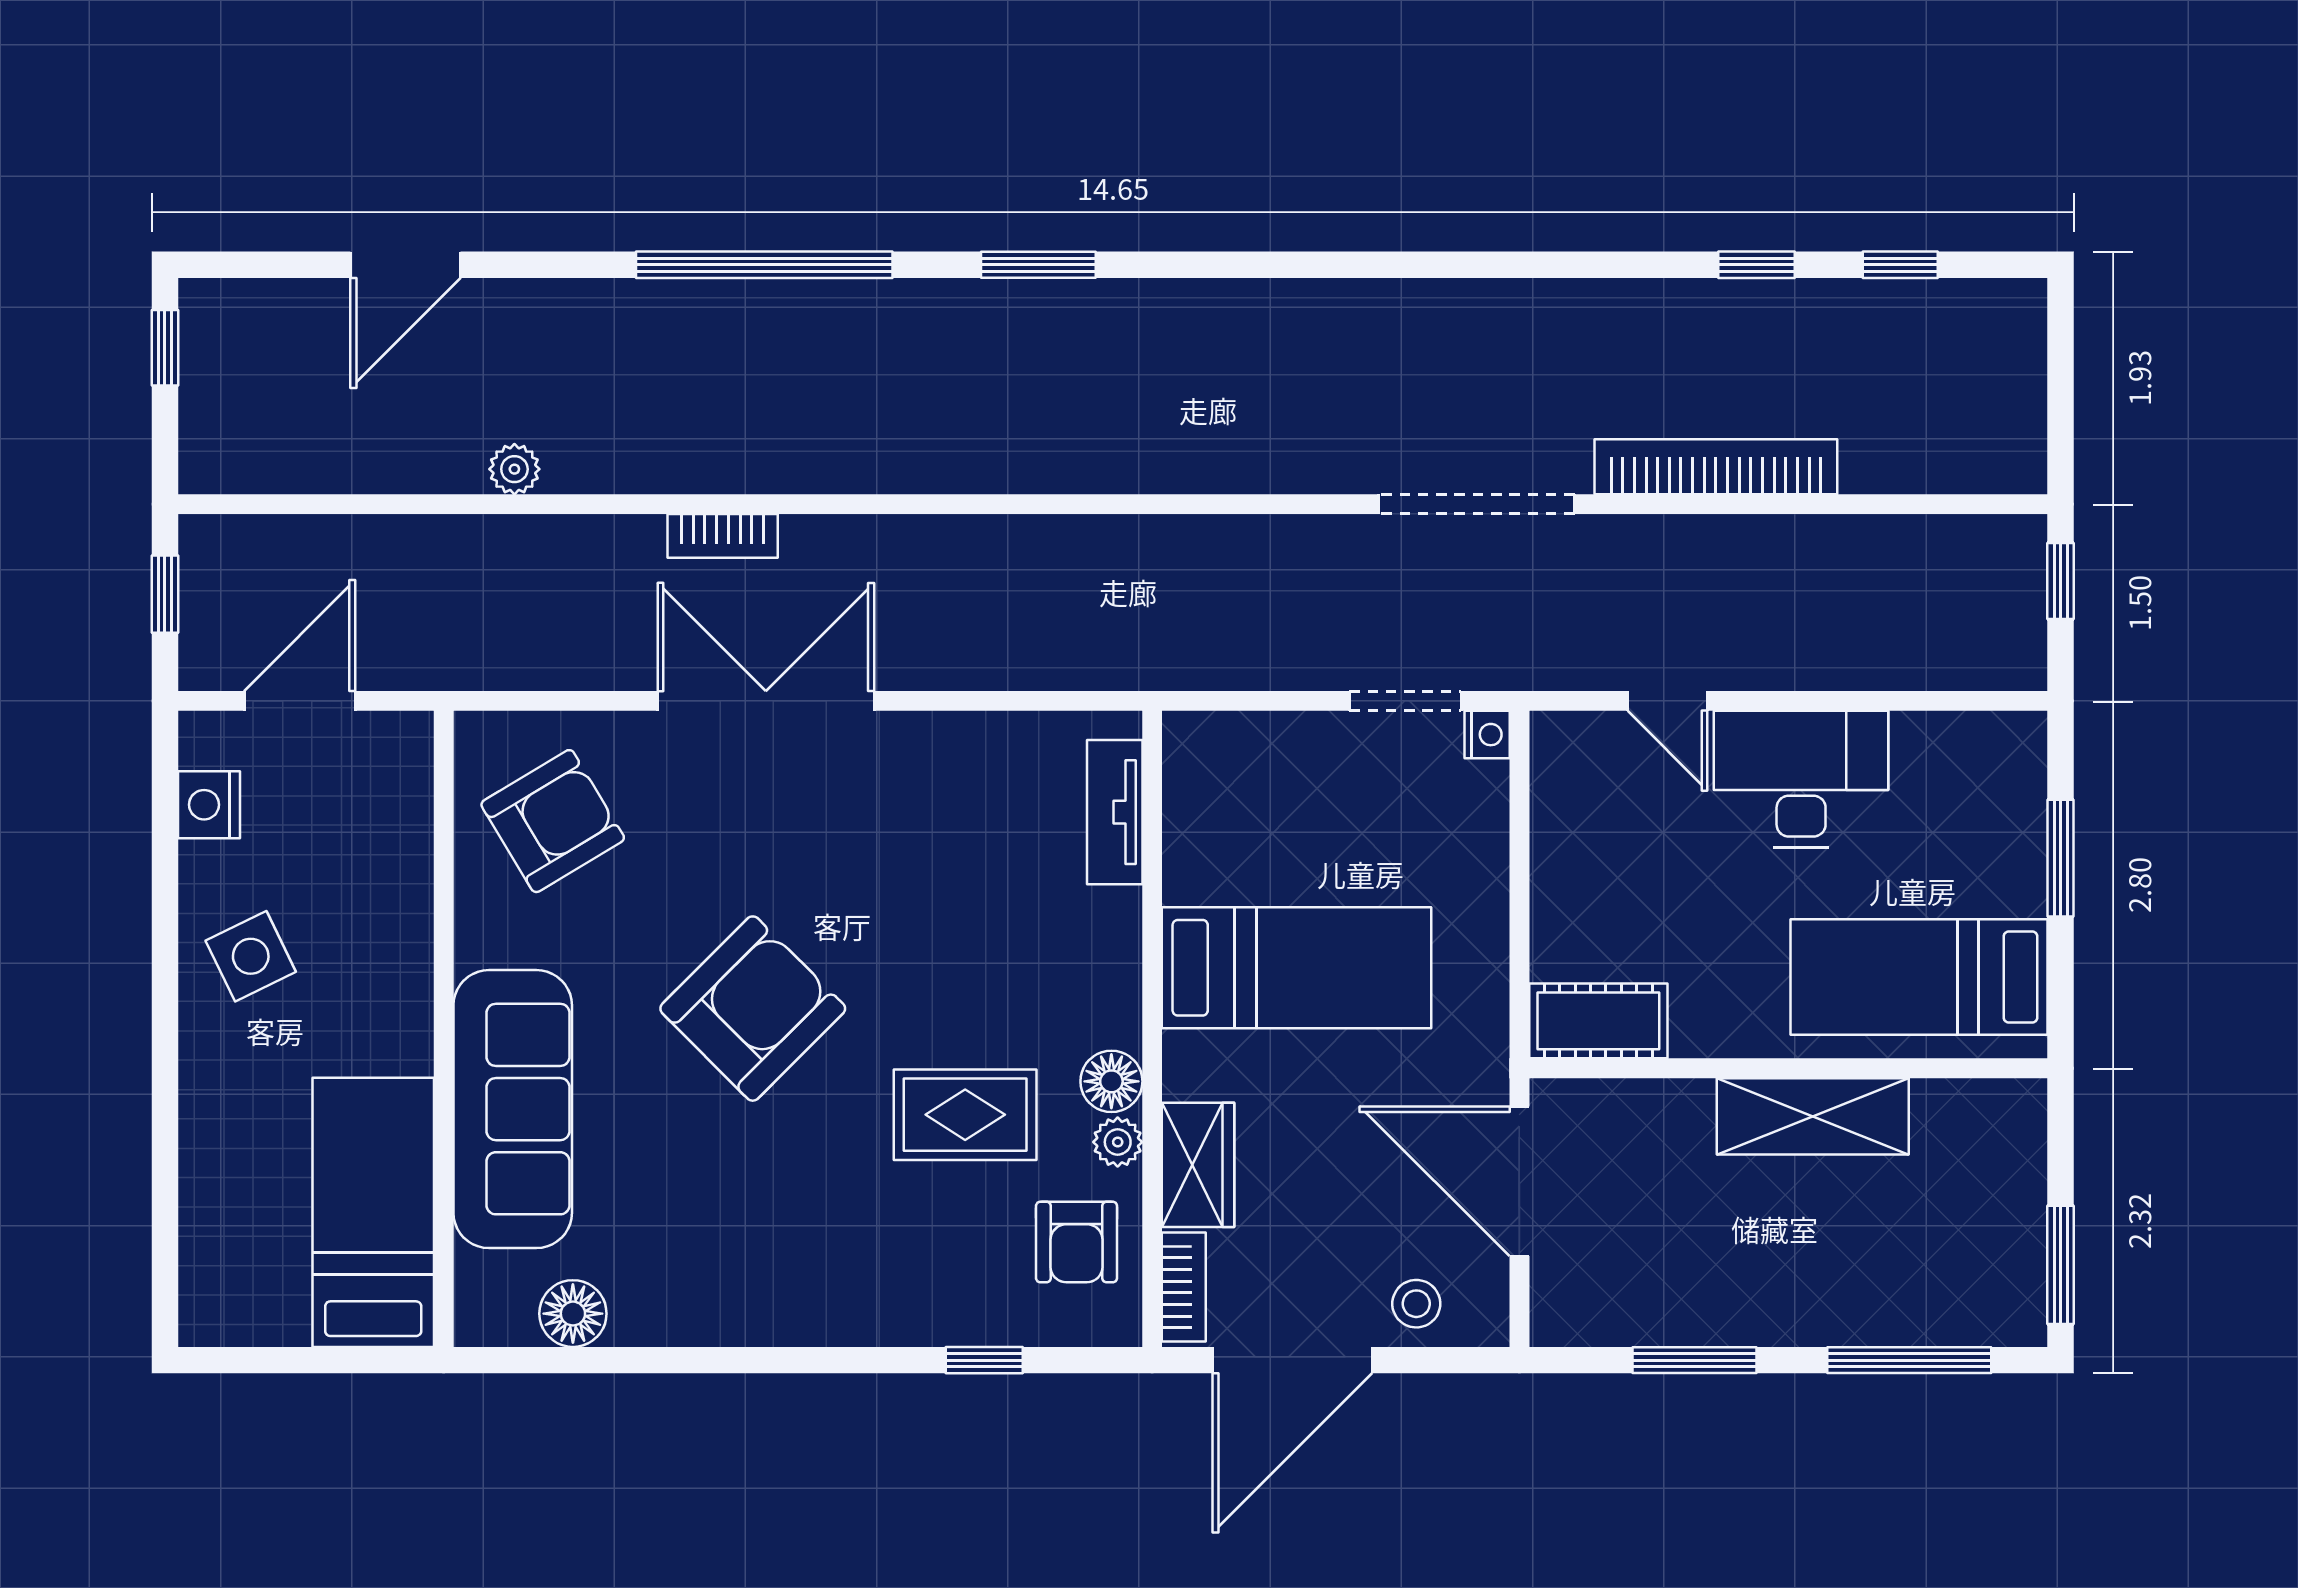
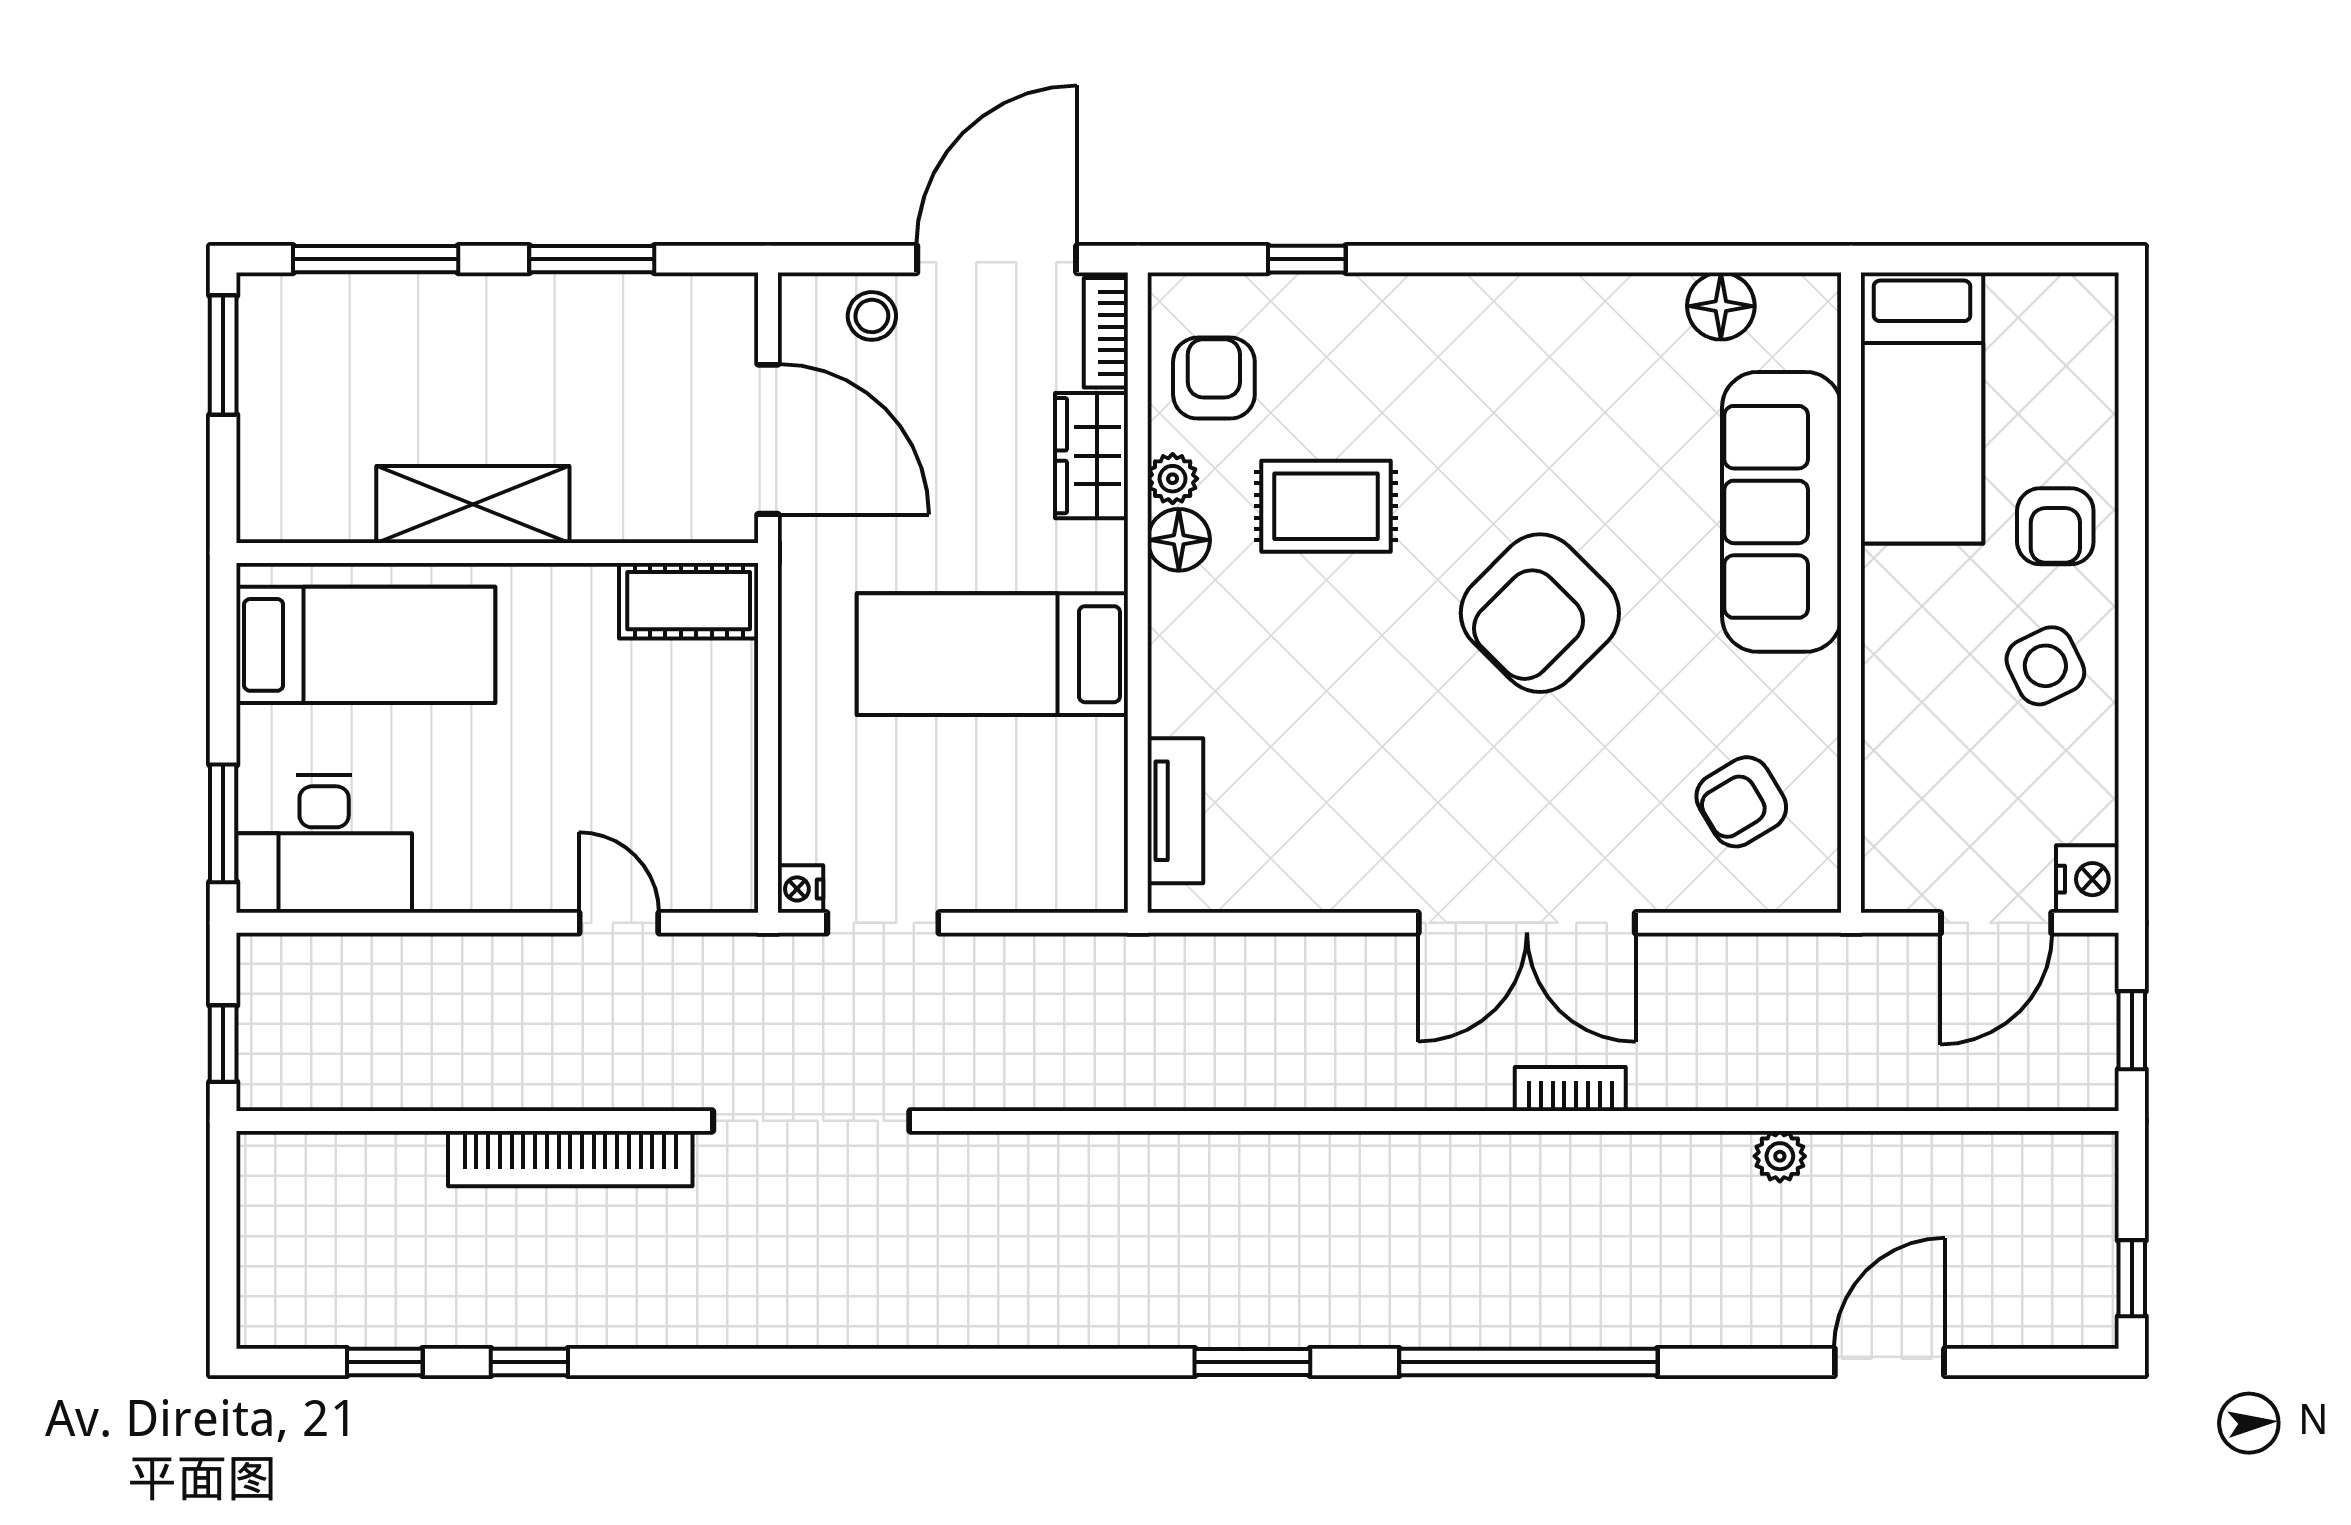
desk: (1801, 779) -> (324, 844), moved
nightstand: (209, 805) -> (2087, 879), moved
armchair: (553, 821) -> (1741, 802), width x0.72, depth x0.72
window: (2061, 858) -> (223, 823), moved
armchair: (241, 1095) -> (2055, 526), added

